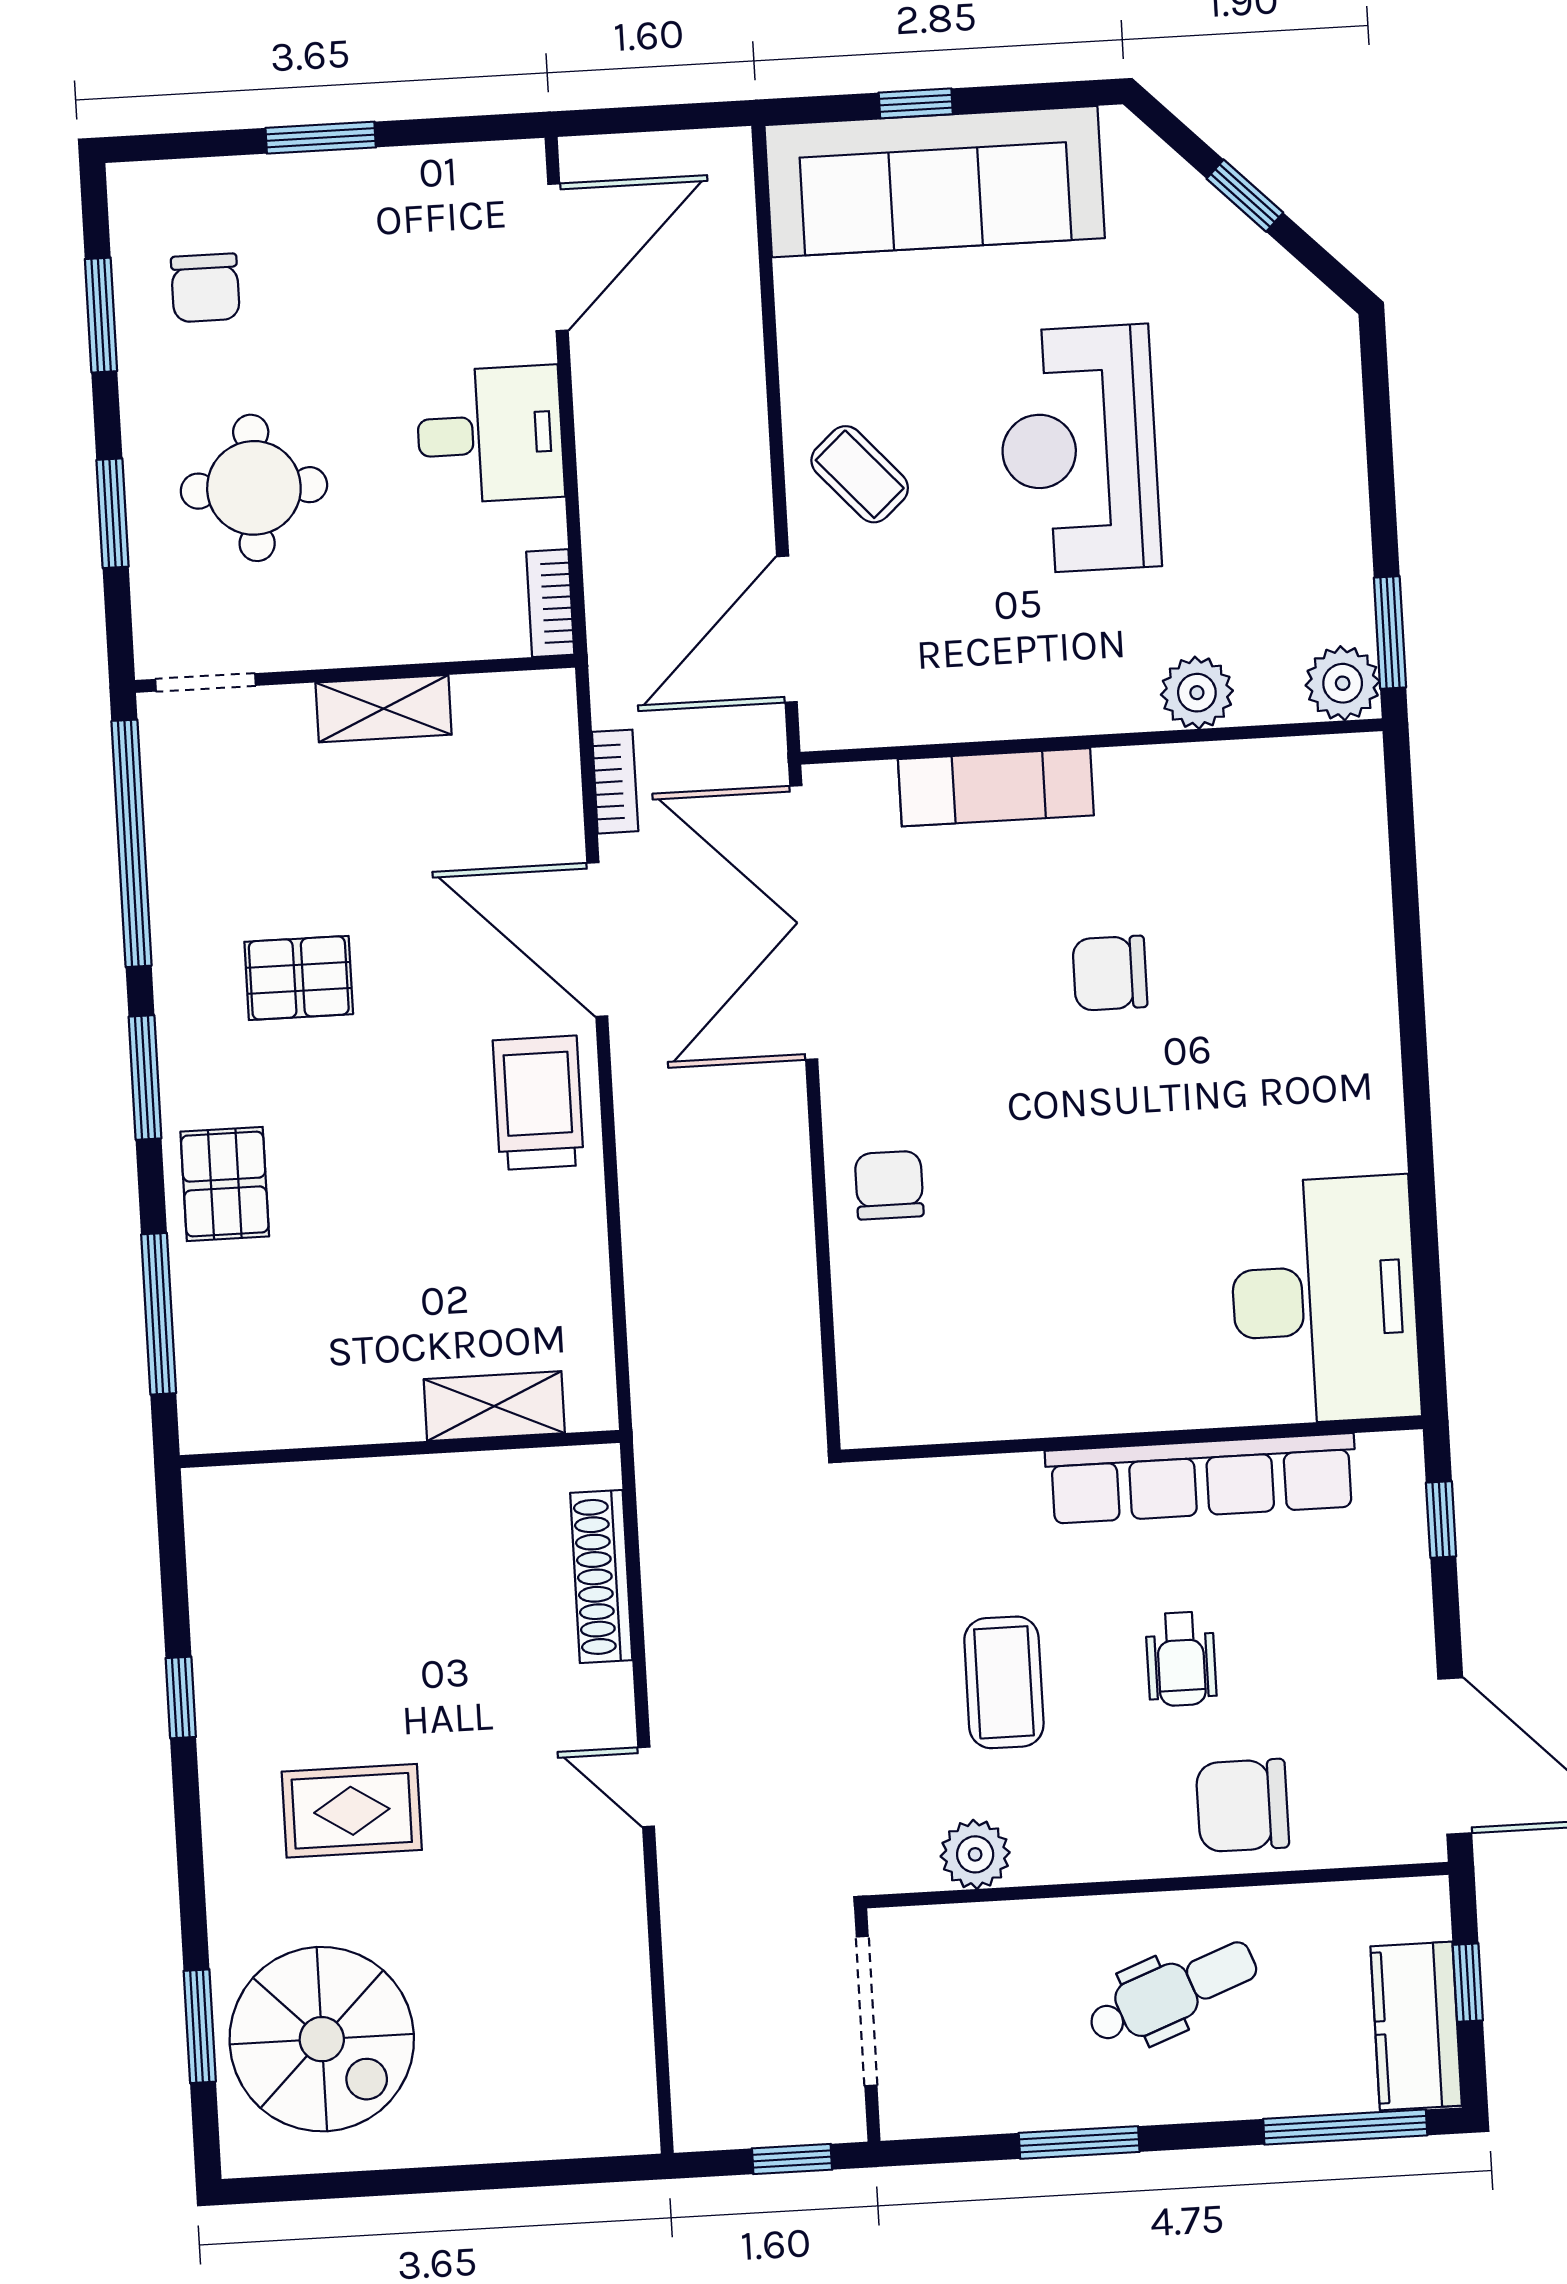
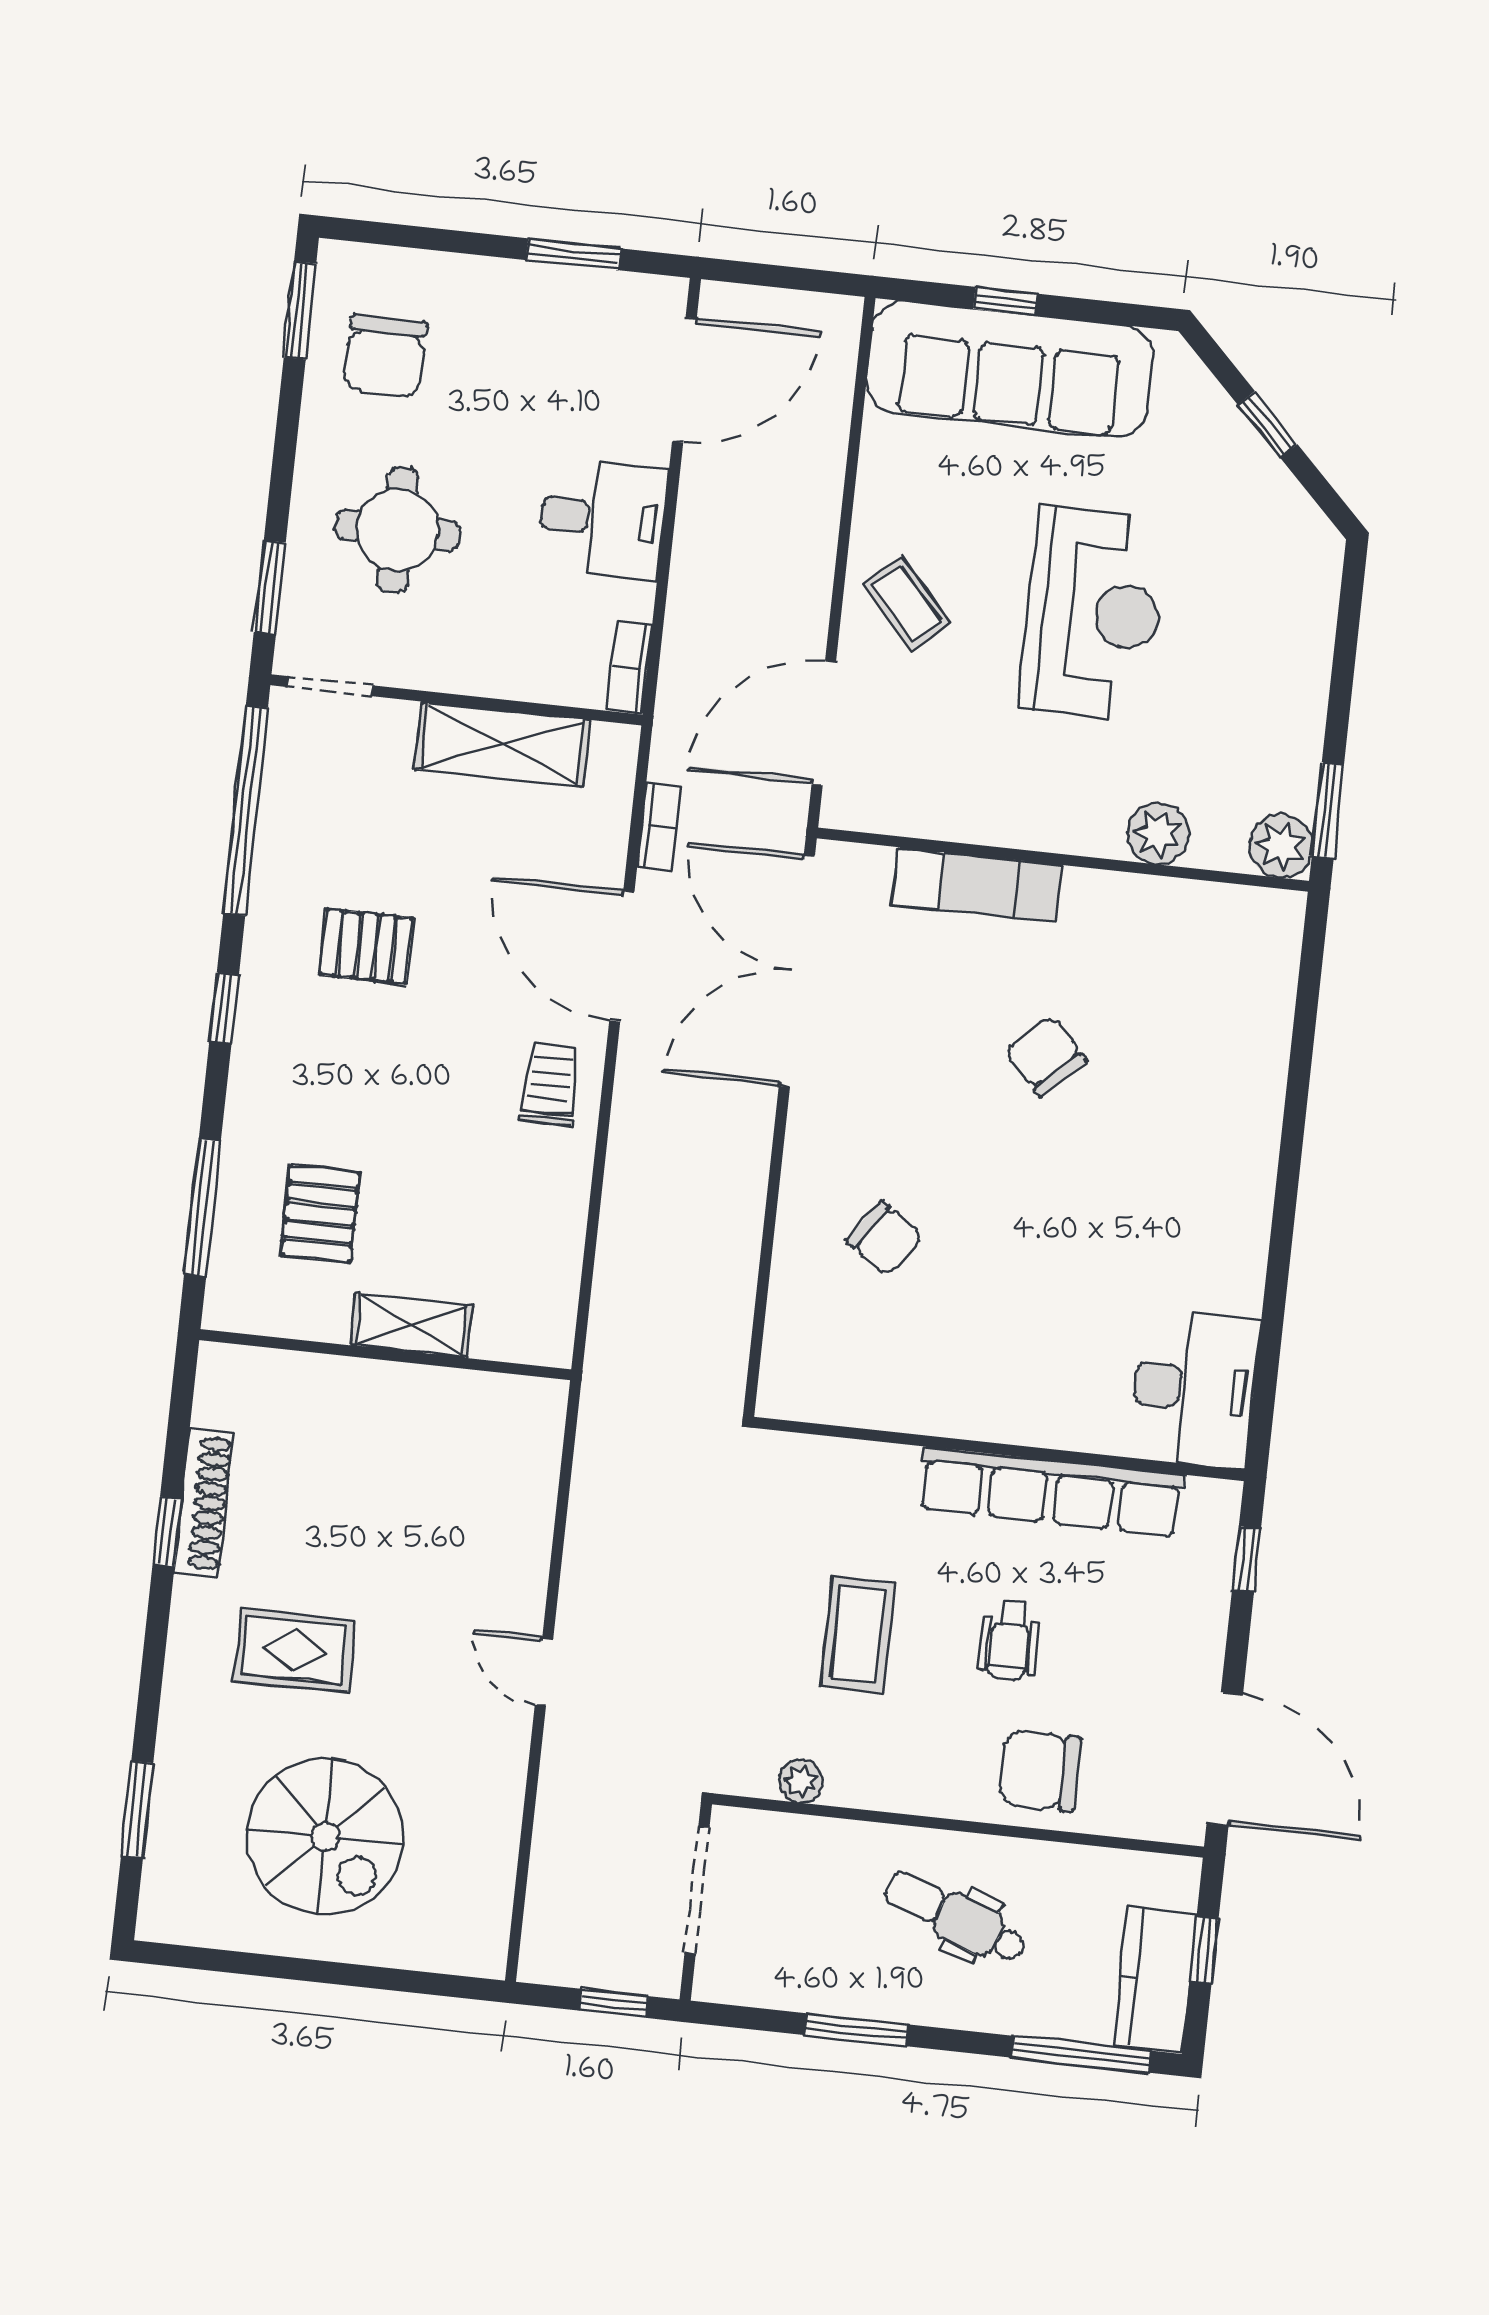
window: (321, 138) -> (573, 254), moved
chair: (205, 288) -> (385, 356), width x1.37, depth x1.37
window: (101, 315) -> (300, 310), moved
reception desk: (1079, 449) -> (1093, 613), turned 180
window: (112, 513) -> (270, 587), moved
shelving: (384, 709) -> (502, 744), width x1.50, depth x1.33
chair: (1110, 973) -> (1046, 1056), turned 46
window: (145, 1077) -> (224, 1008), width x0.67
trolley: (538, 1103) -> (550, 1084), width x0.73, depth x0.72
pallet: (225, 1184) -> (320, 1214), moved
chair: (889, 1185) -> (884, 1238), moved, turned 125
desk: (1324, 1300) -> (1194, 1389), width x0.73, depth x0.77
shelving: (494, 1406) -> (411, 1326), moved
shoe rack: (601, 1577) -> (204, 1503), moved, turned 180
plant: (975, 1854) -> (801, 1781), width x0.73, depth x0.73
dental chair: (1172, 1993) -> (955, 1917), turned -138
spiral stairs: (322, 2039) -> (325, 1837), moved

